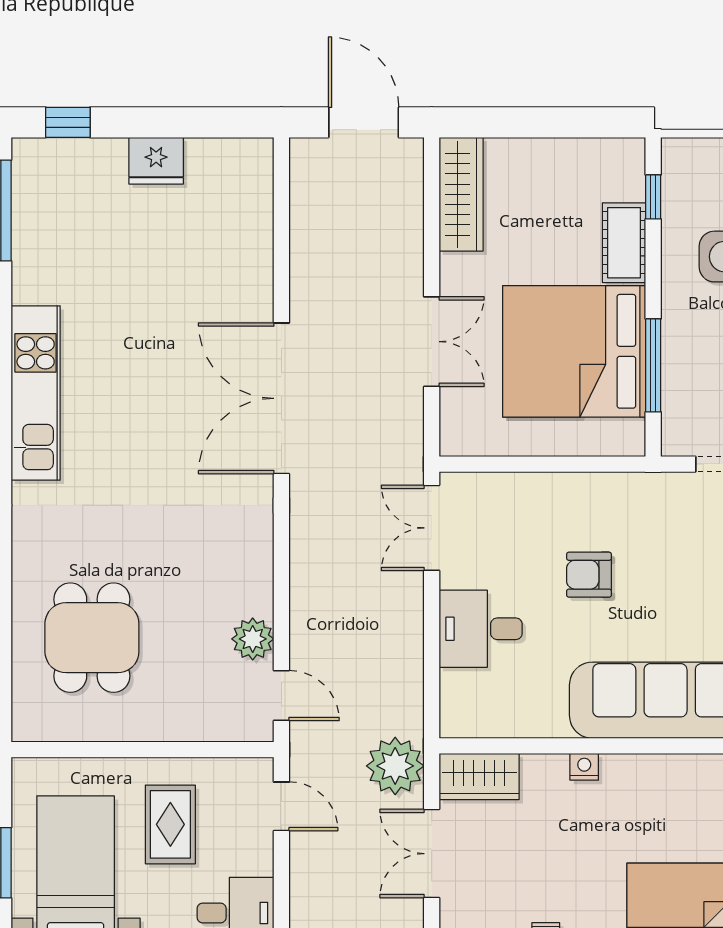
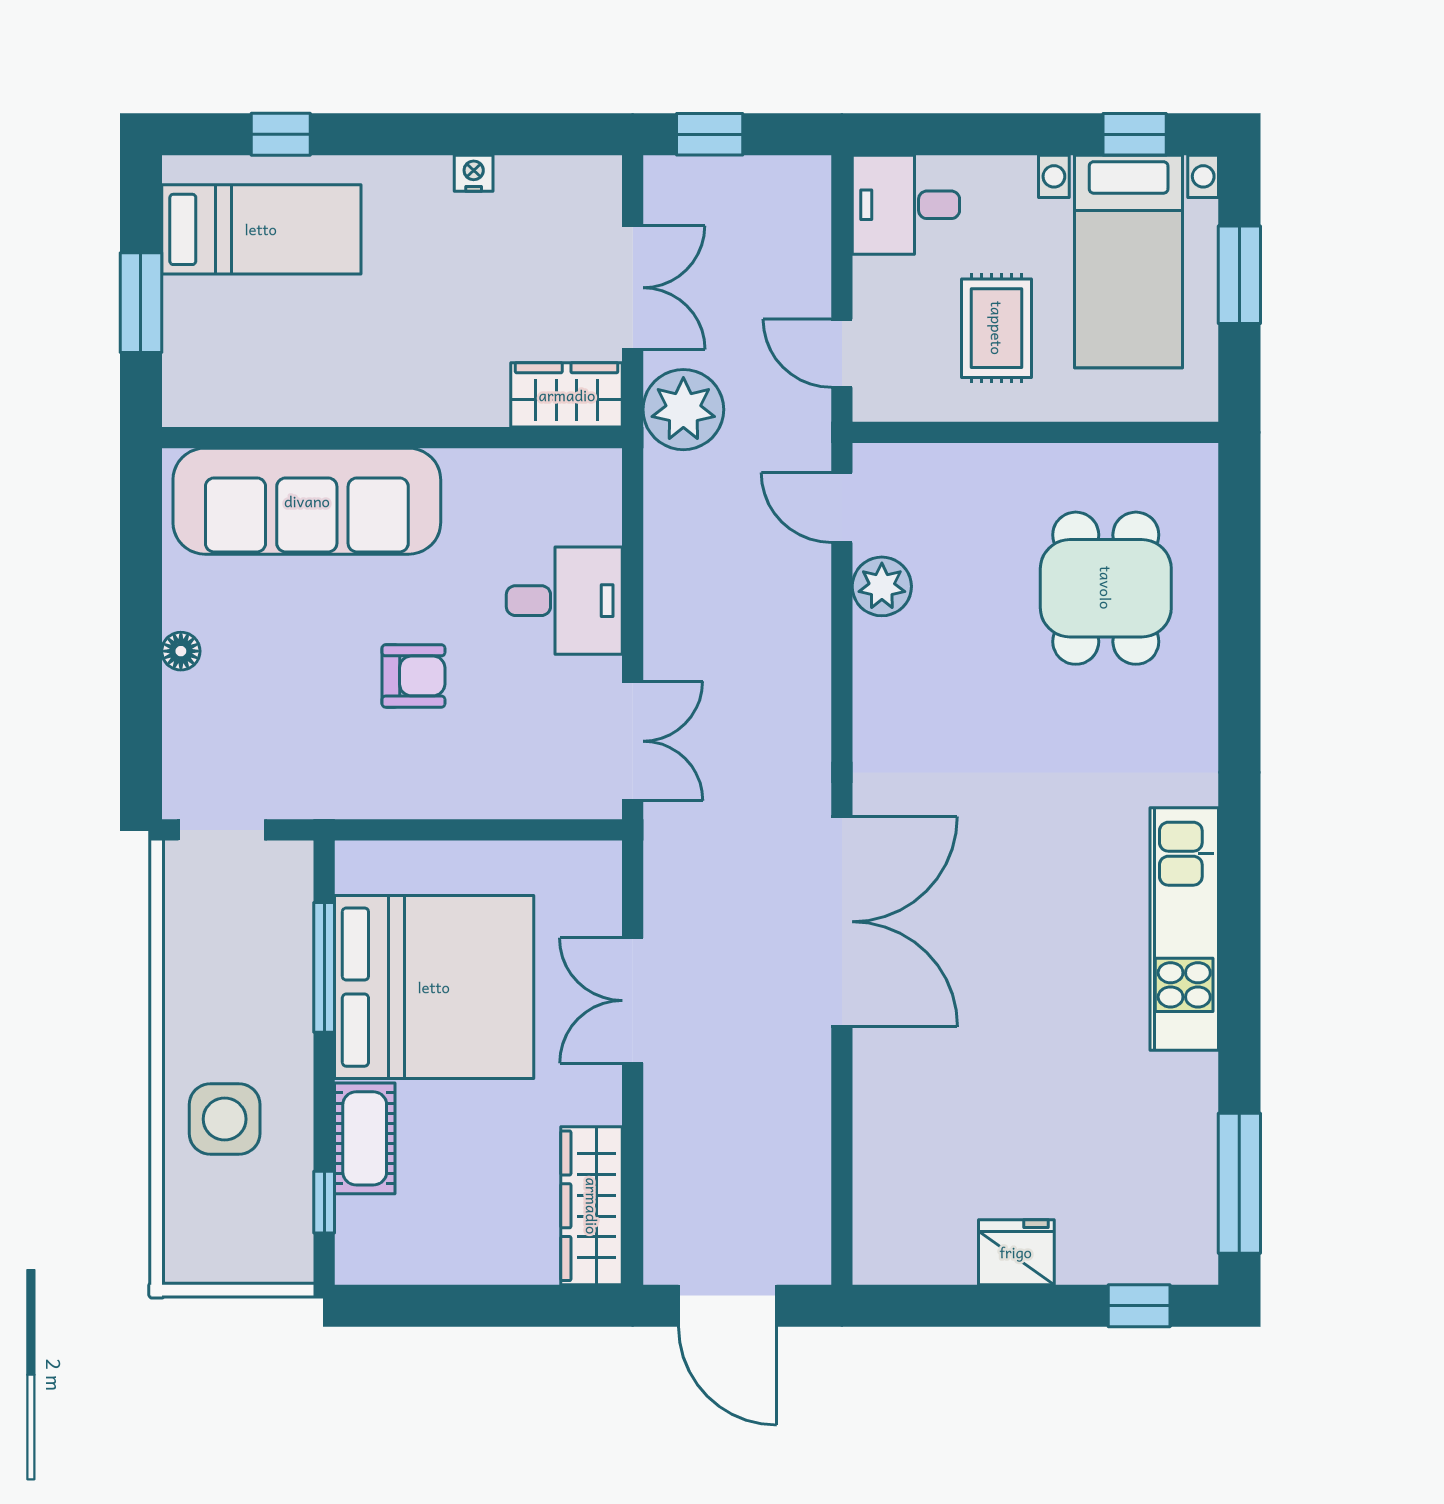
nightstand: (584, 767) -> (420, 408), removed

